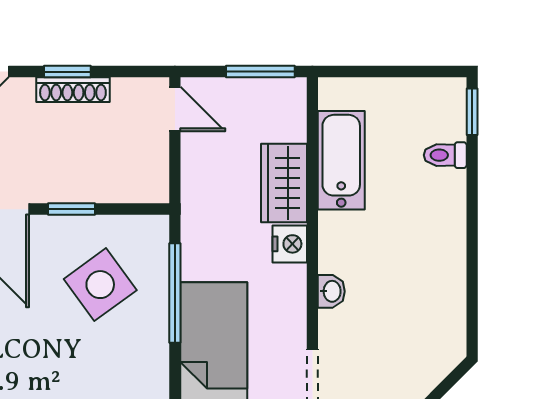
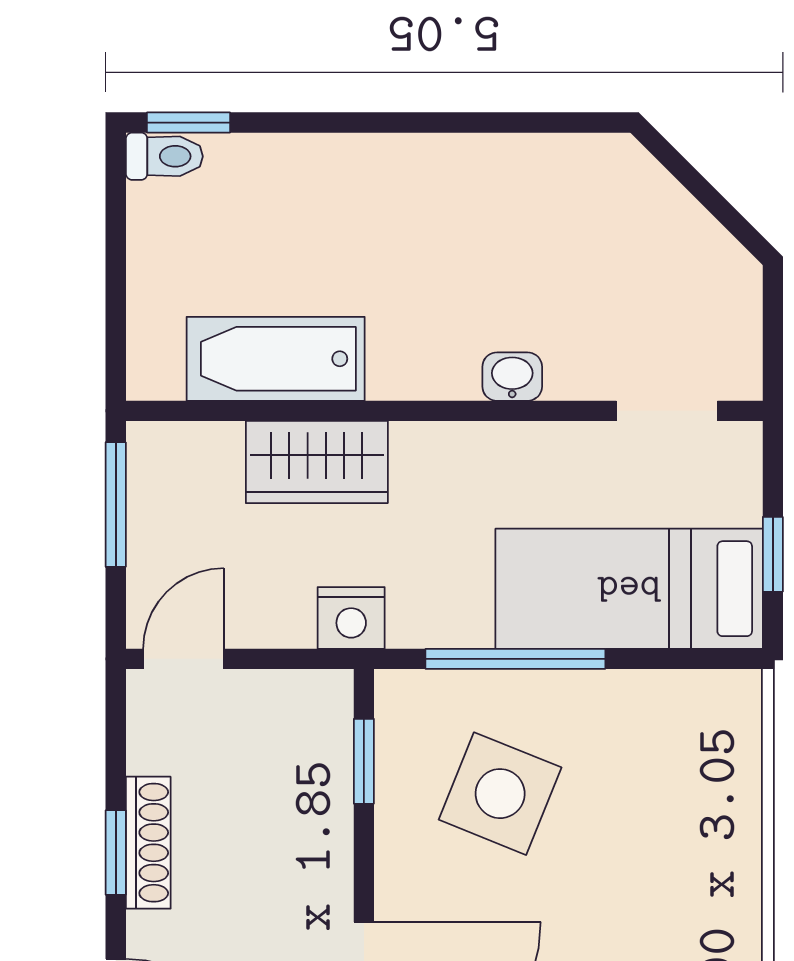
toilet: (445, 155) -> (164, 156), moved, turned -90
window: (72, 209) -> (364, 761), moved
nightstand: (290, 244) -> (351, 618), moved, turned 180
side table: (100, 285) -> (500, 794), turned -32

